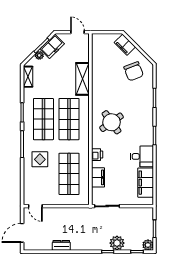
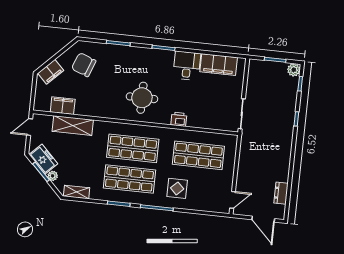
chair: (134, 71) -> (84, 65), turned -138
shelving: (83, 79) -> (73, 126), moved
round table: (112, 122) -> (142, 98), turned 35
filing cabinet: (98, 177) -> (63, 106), moved
plant: (117, 243) -> (287, 107), removed
dresser: (61, 245) -> (281, 193), moved

